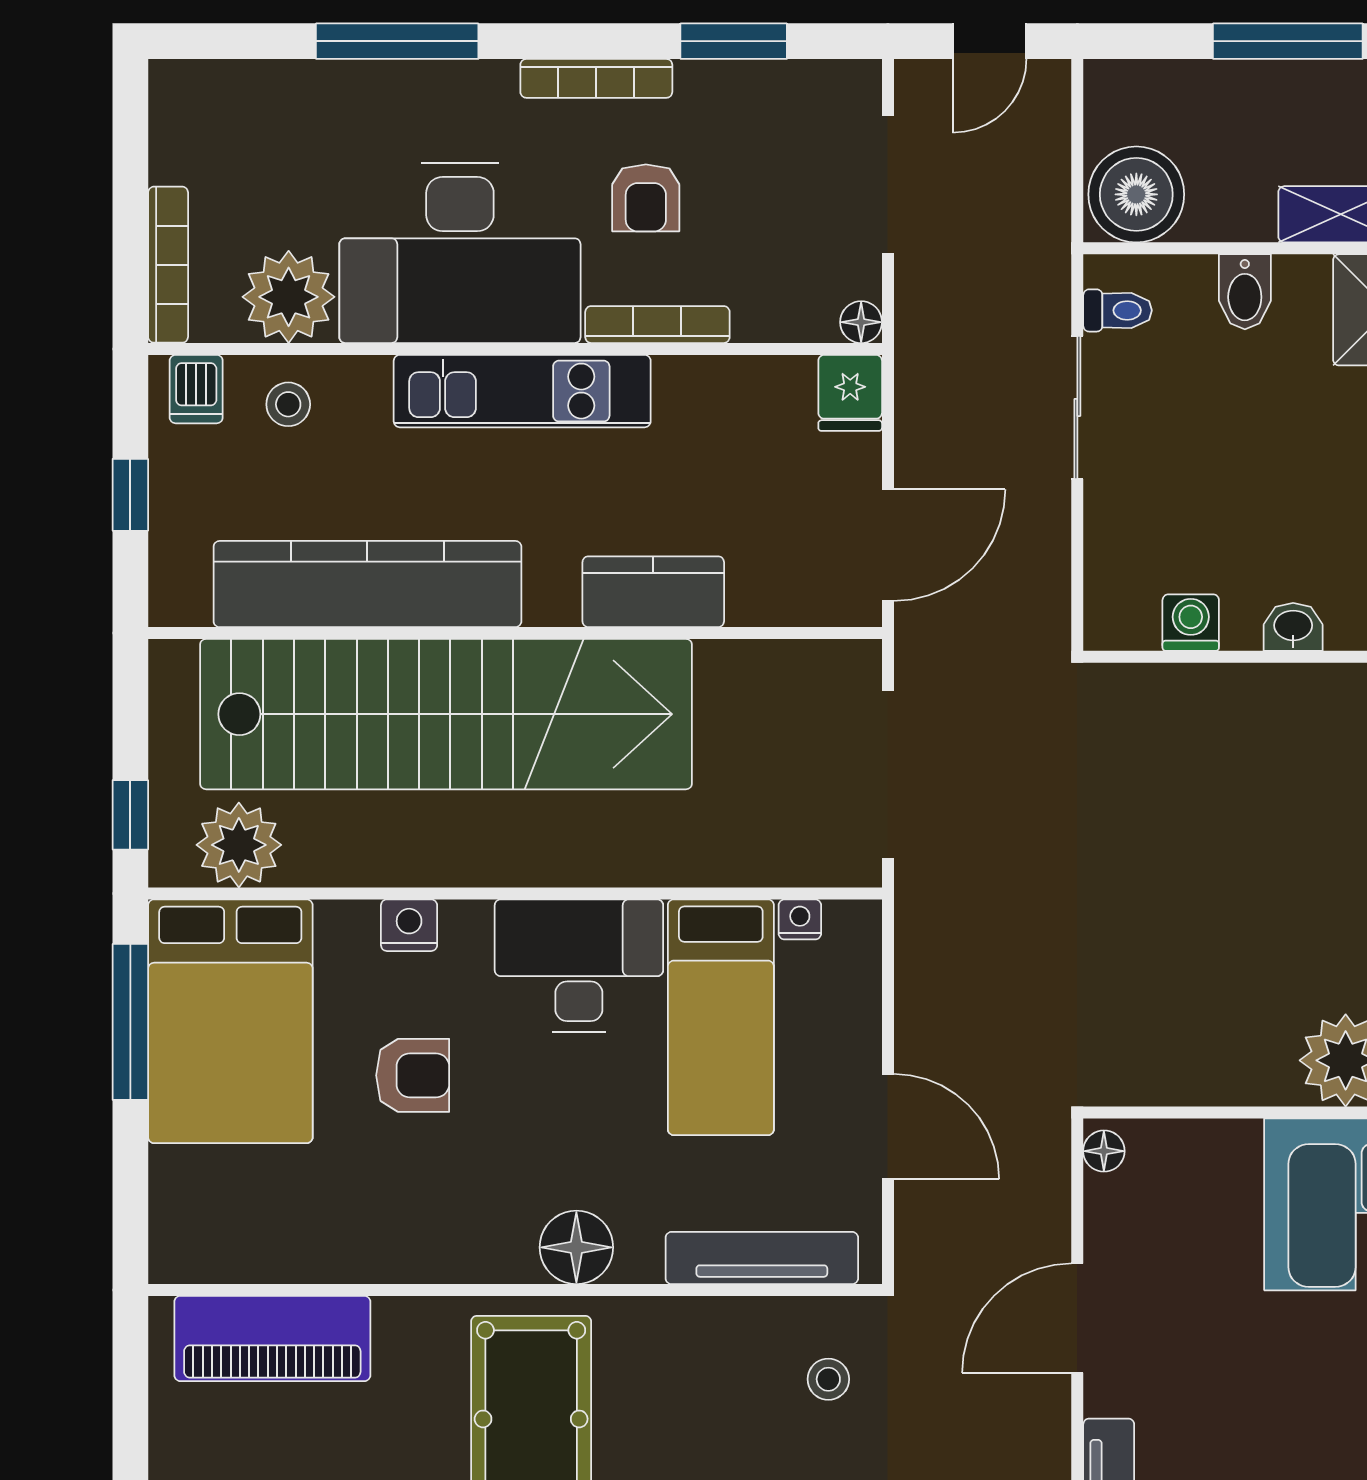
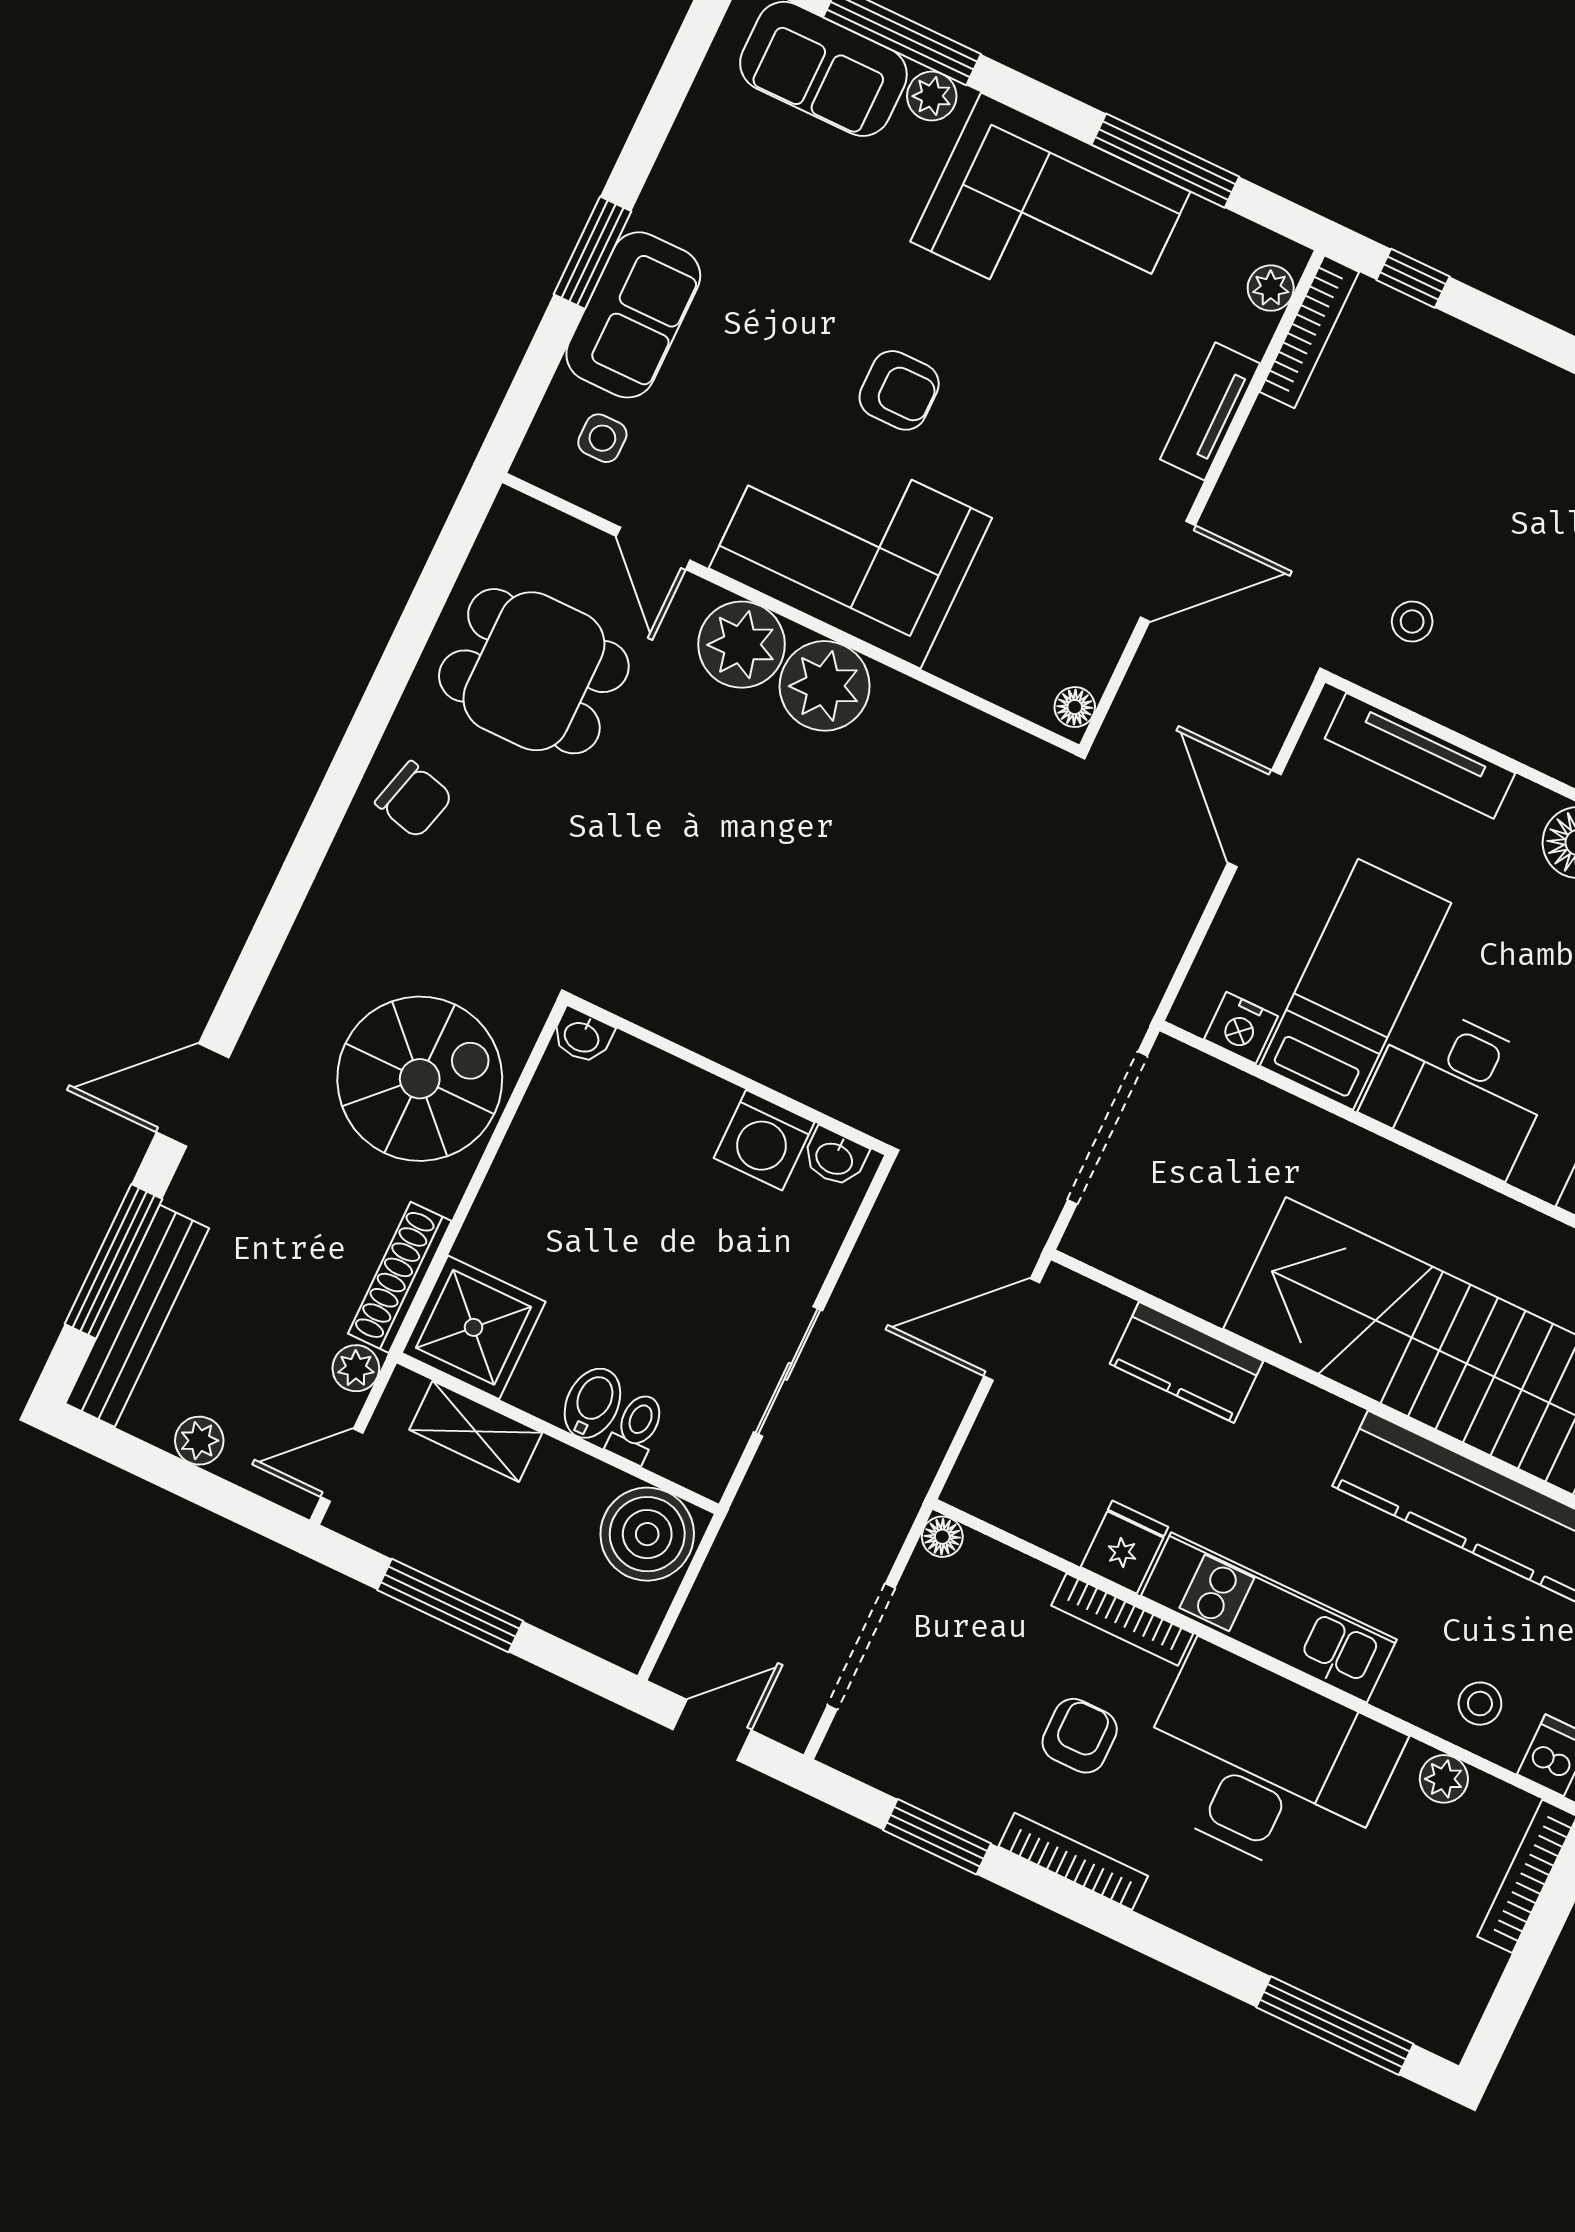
window: (397, 41) -> (1335, 2026), moved
plant: (289, 297) -> (1444, 1779), width x0.53, depth x0.53
toilet: (1118, 310) -> (637, 1428), moved, turned 90
fridge: (850, 393) -> (1125, 1547), moved
kitchen counter: (653, 592) -> (1187, 1362), moved
washing machine: (1191, 623) -> (764, 1140), width x1.38, depth x1.38
washbasin: (1293, 627) -> (835, 1157), moved
nightstand: (800, 919) -> (1241, 1028), width x1.39, depth x1.35

